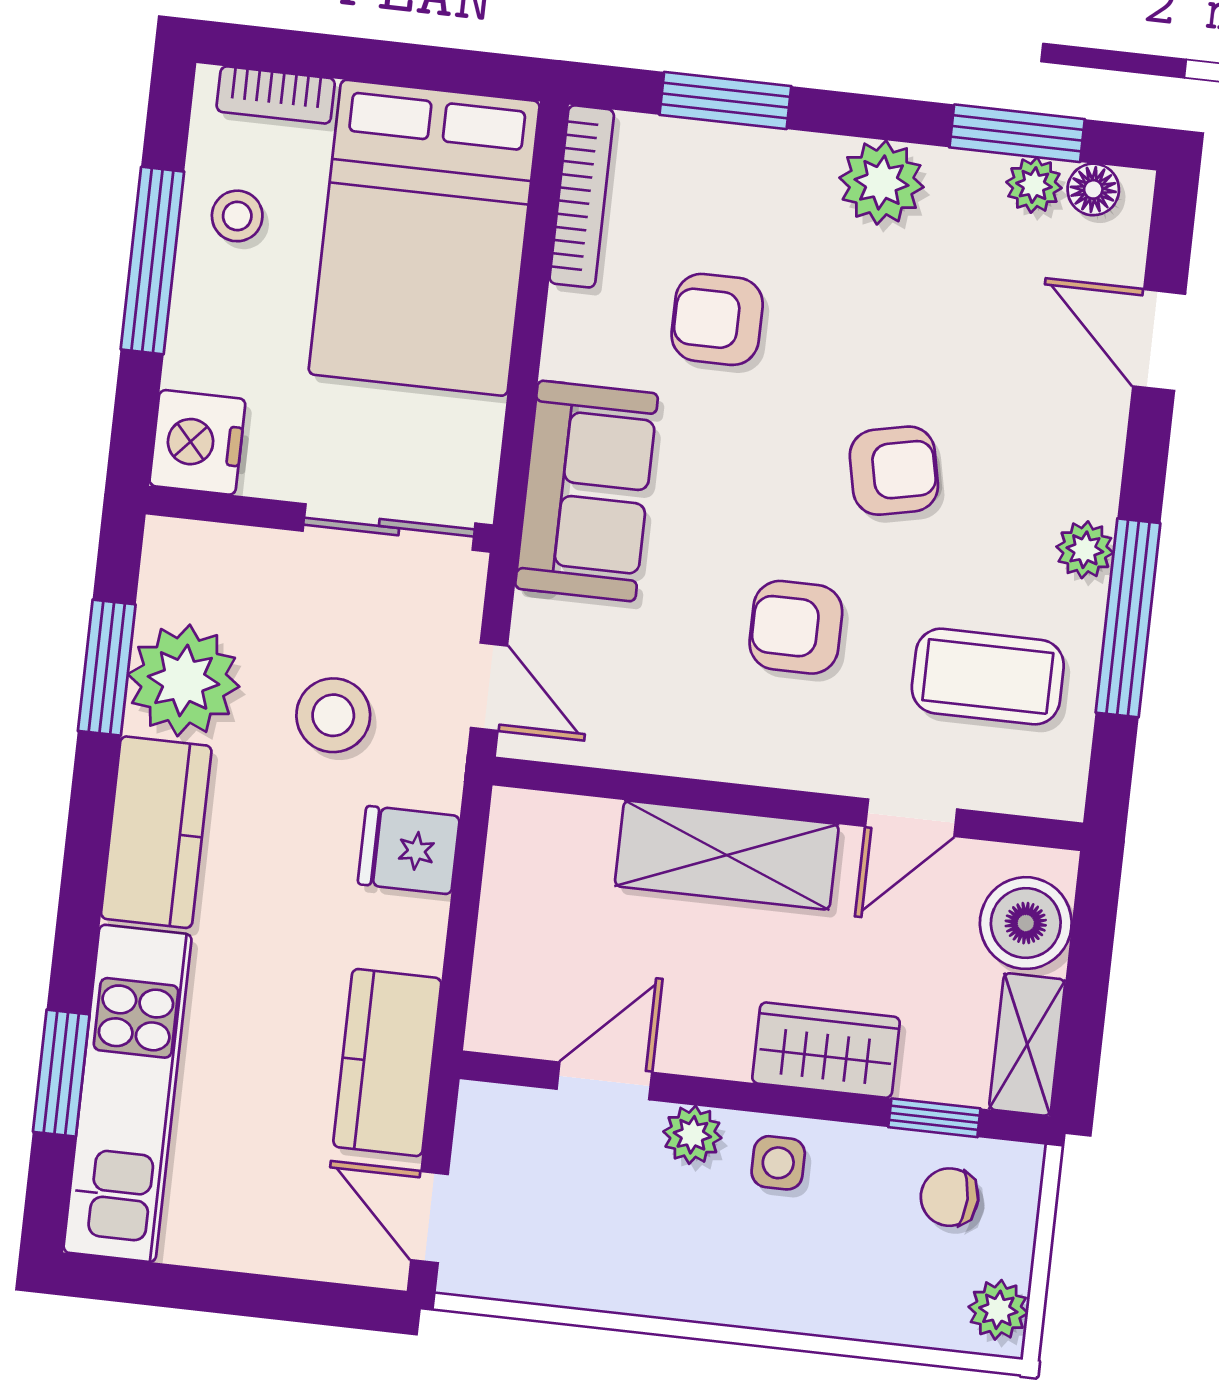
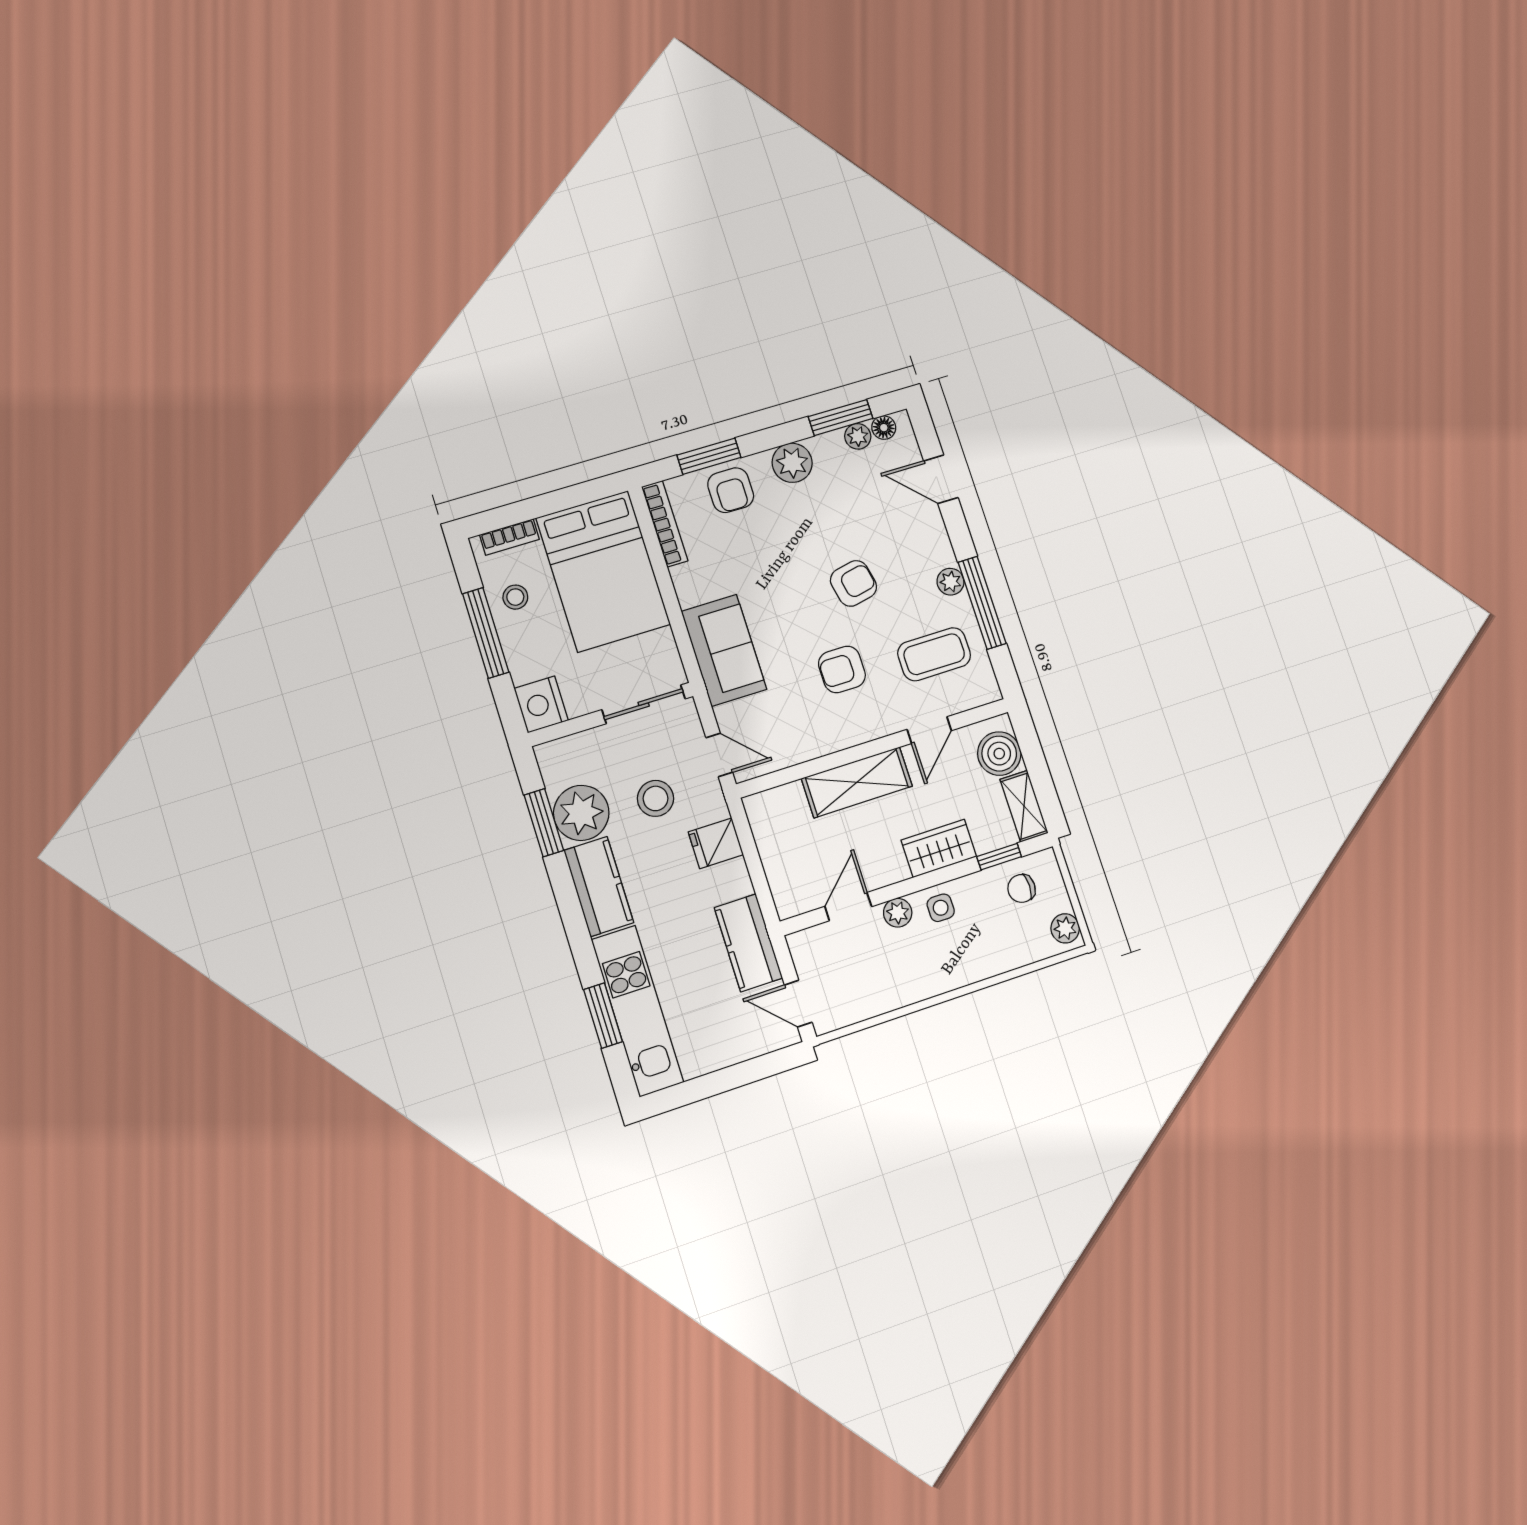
armchair: (717, 319) -> (731, 490), moved, turned -90

